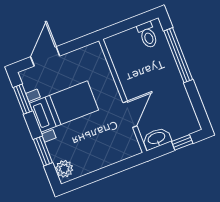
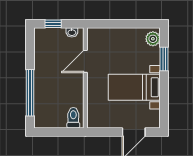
toilet: (148, 35) -> (73, 118), moved
window: (23, 99) -> (164, 105), removed
washbasin: (157, 138) -> (72, 32), width x0.52, depth x0.69

